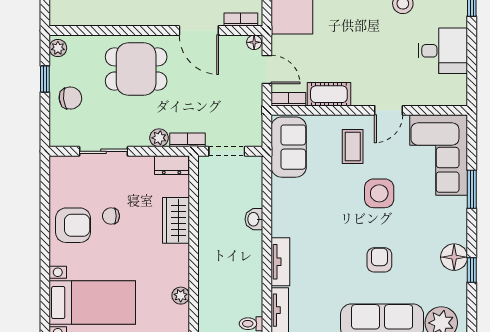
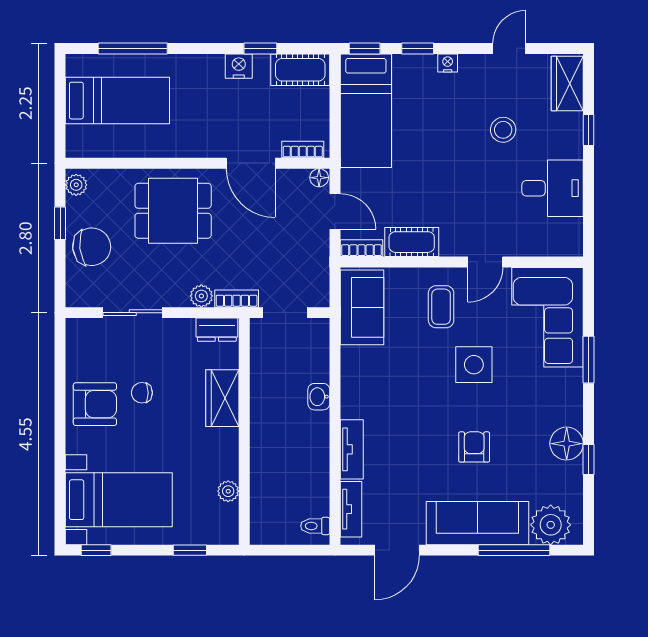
chair: (70, 98) -> (92, 247), width x1.37, depth x1.37

